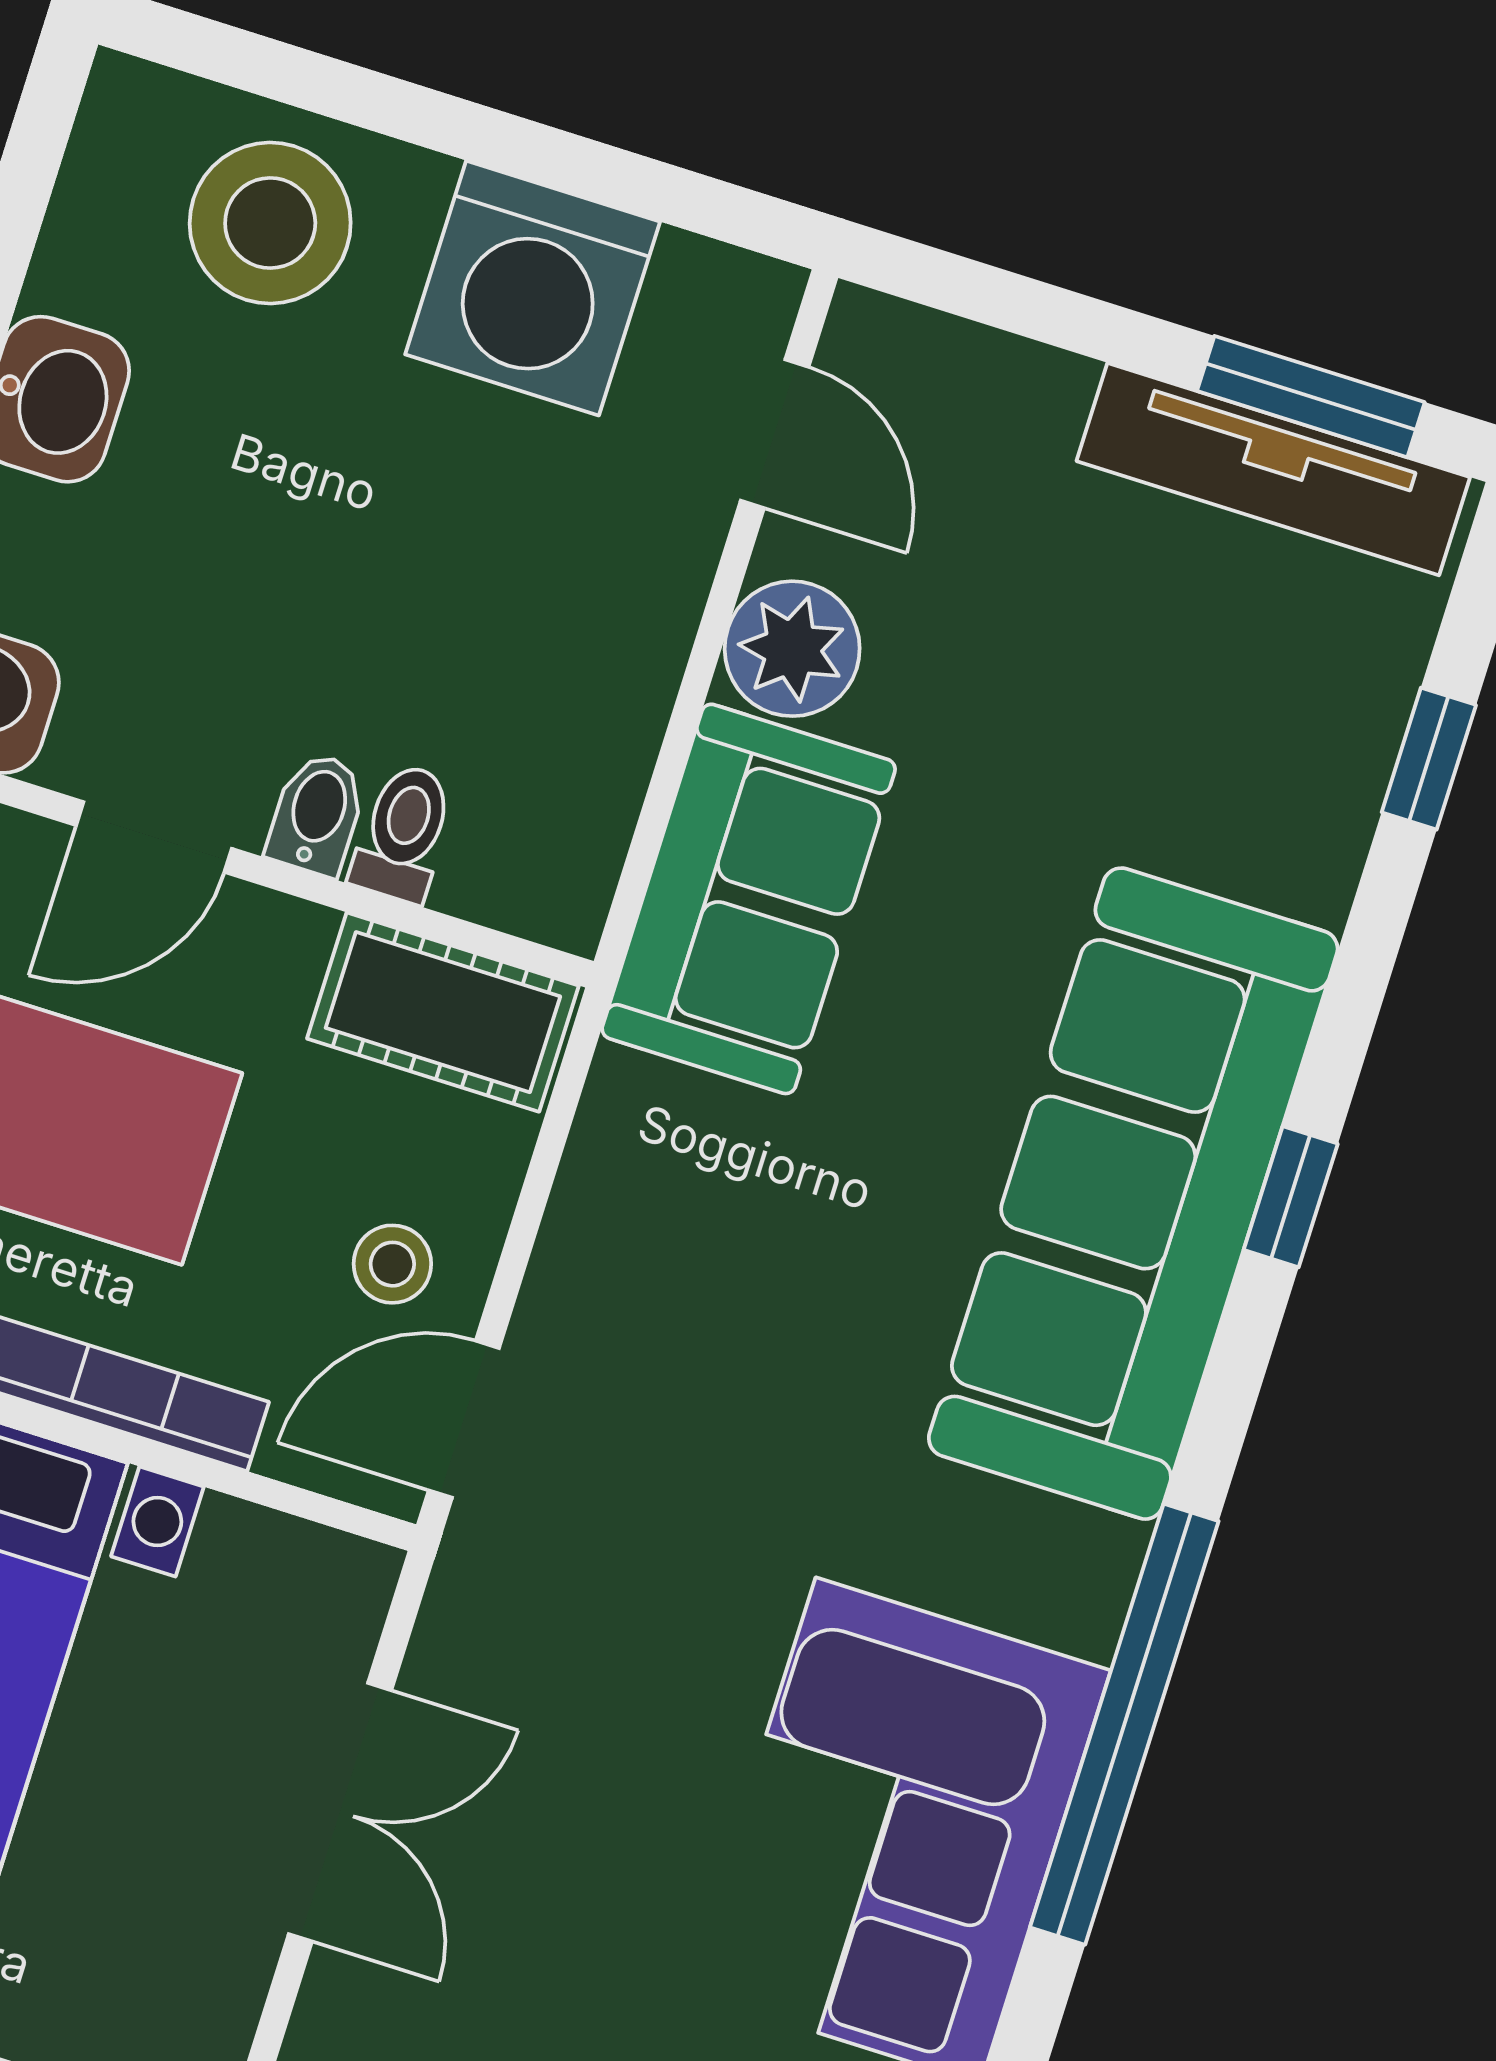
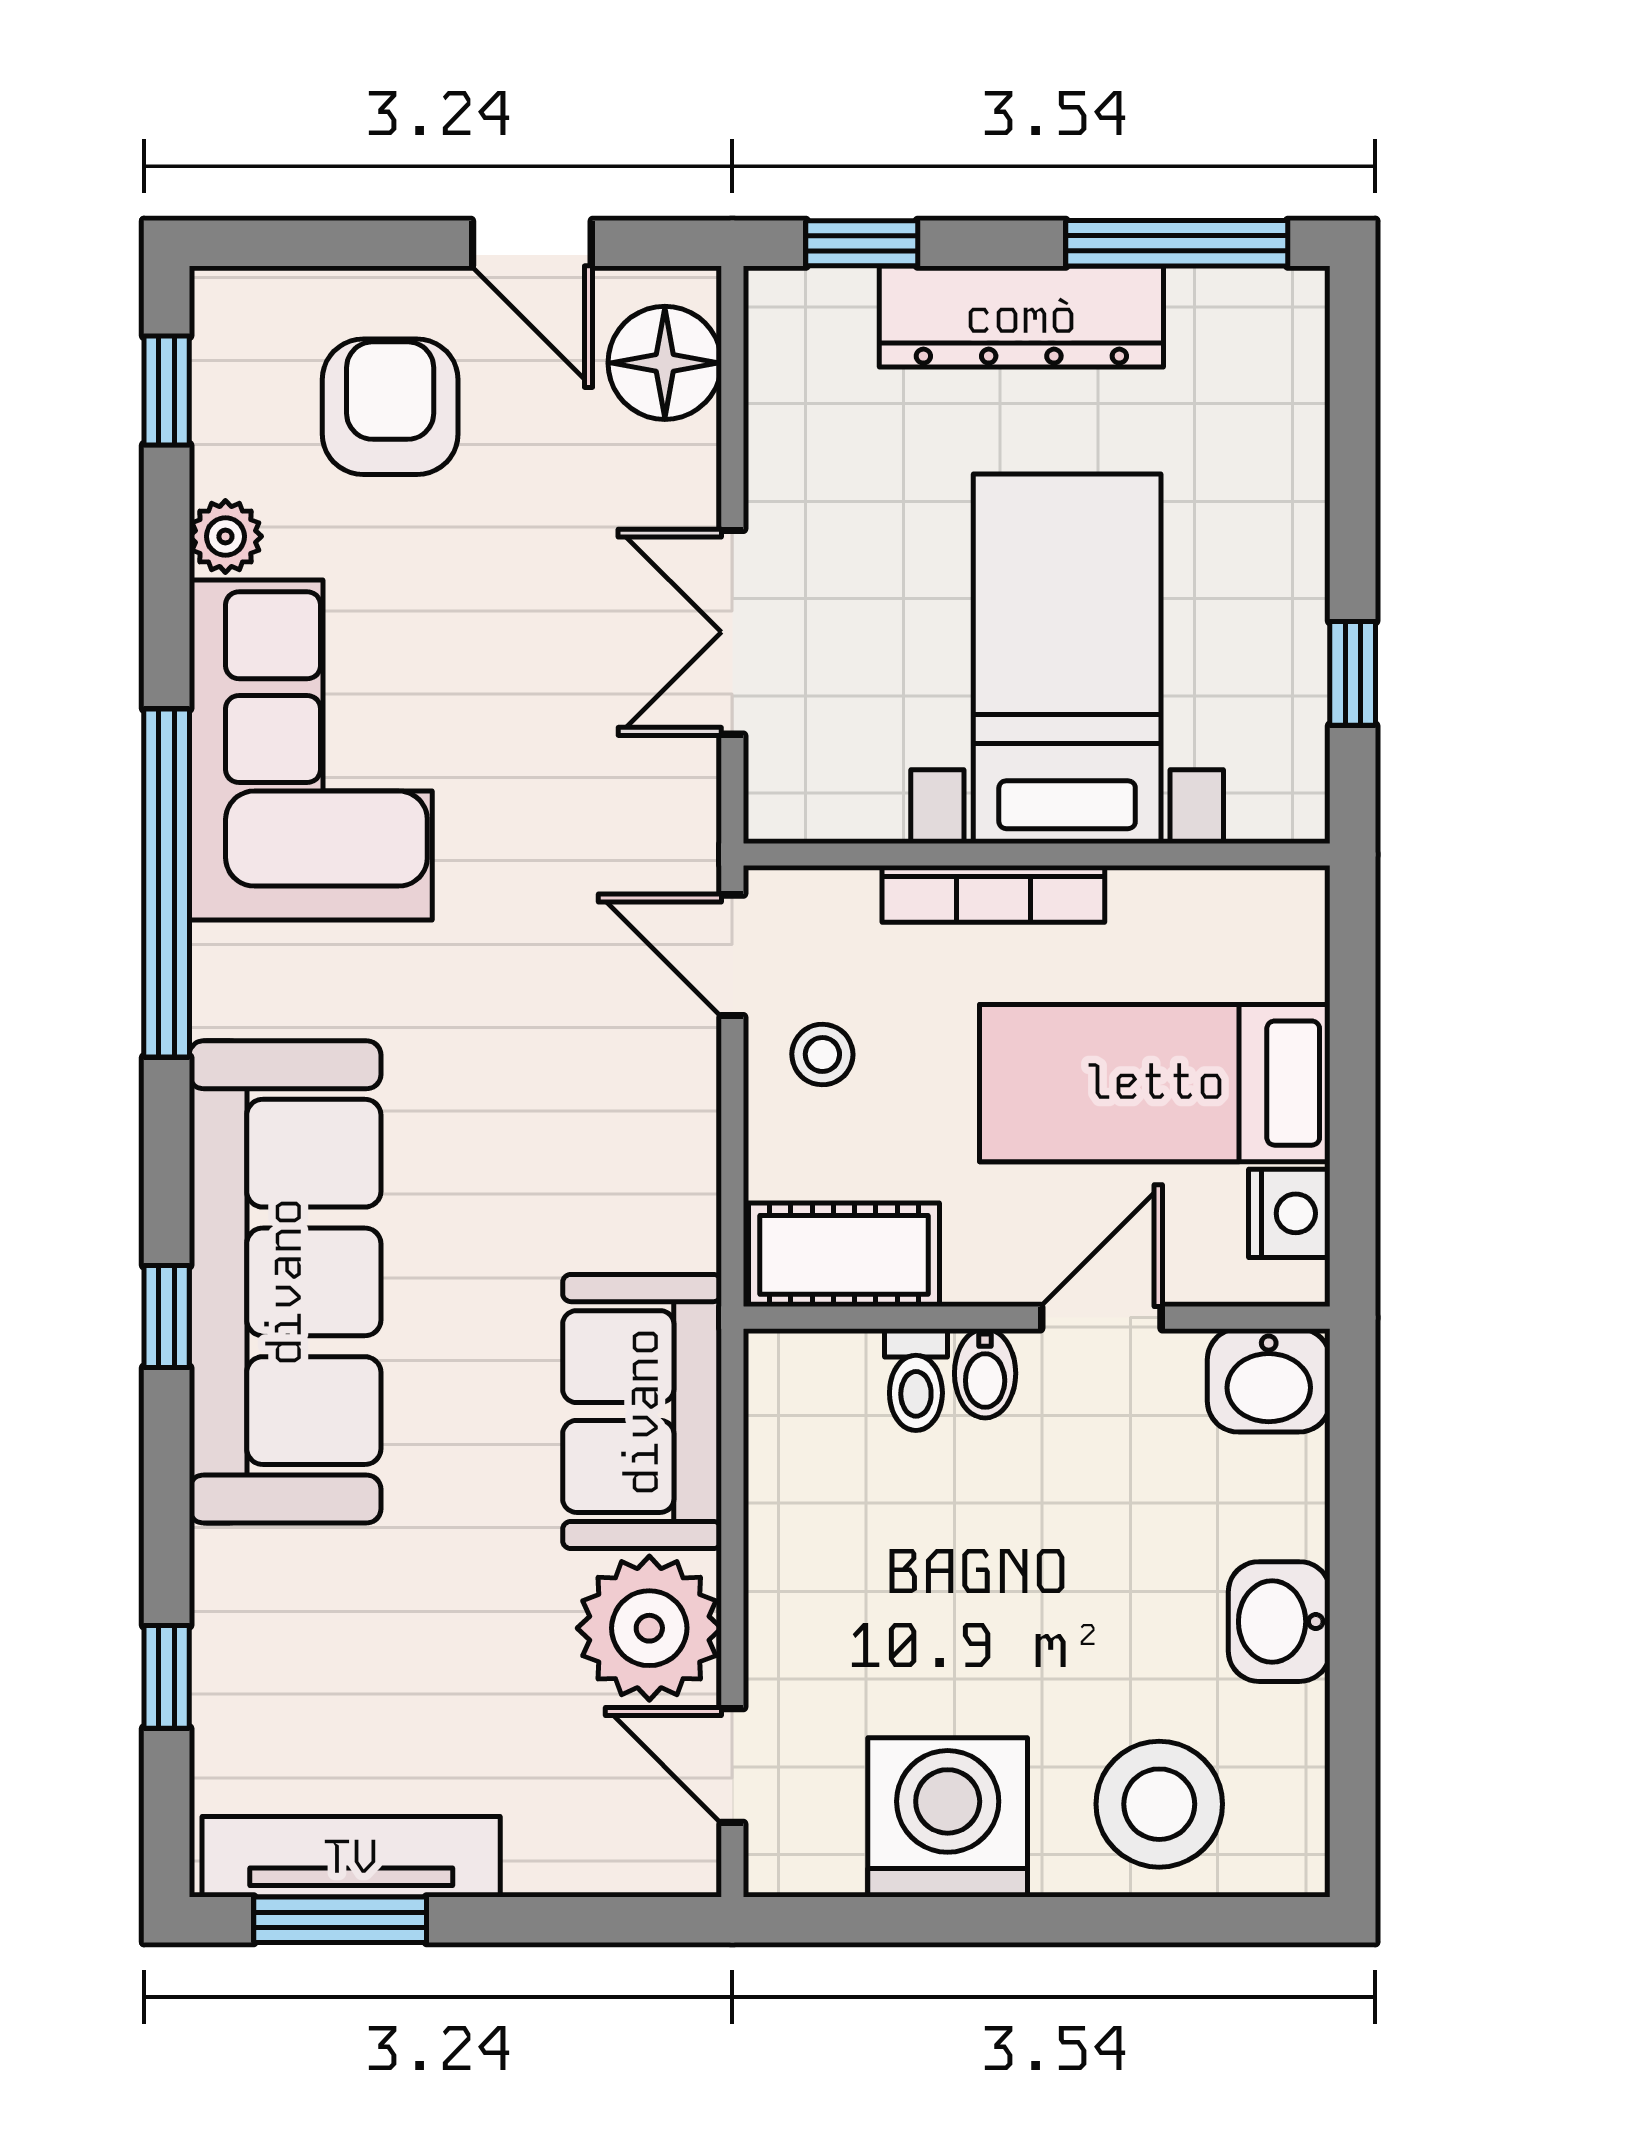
plant: (792, 649) -> (649, 1628), width x1.36, depth x1.36
door: (464, 1419) -> (732, 955), swing flipped

